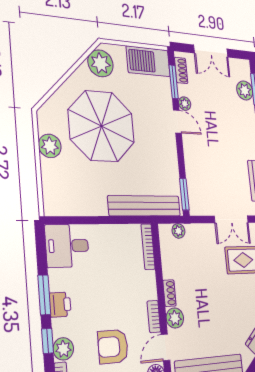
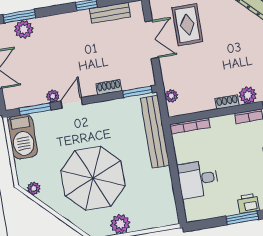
plant: (101, 63) -> (34, 188), width x0.53, depth x0.53
shoe rack: (181, 70) -> (109, 87), moved
desk: (67, 246) -> (198, 179), moved, turned 90

